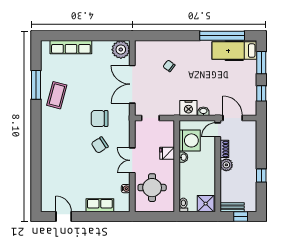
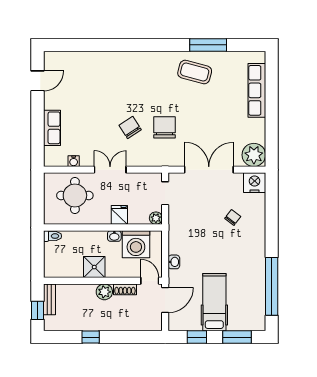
hospital bed: (234, 51) -> (214, 302), moved
nightstand: (188, 108) -> (255, 183), moved, turned 90
plant: (170, 125) -> (156, 218), added
shower: (206, 204) -> (94, 267), moved

